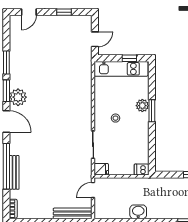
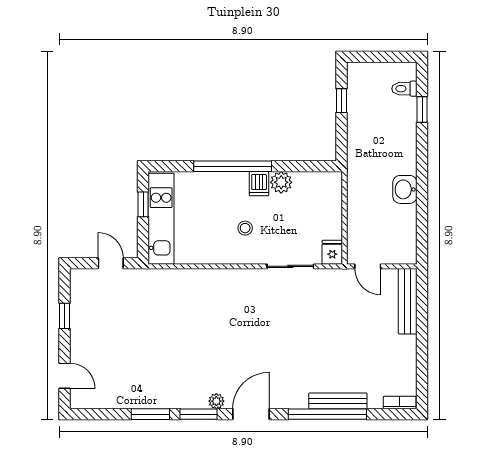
plant: (18, 97) -> (216, 401), width x0.53, depth x0.53
plant: (142, 106) -> (281, 182), moved
window: (152, 111) -> (233, 166), width x2.11
dishwasher: (142, 170) -> (259, 184), moved

